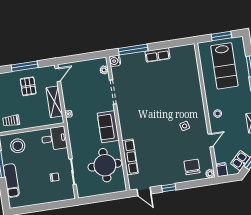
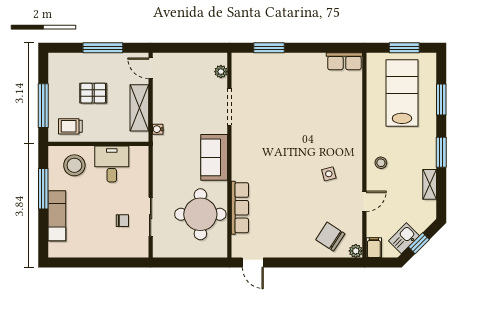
window: (133, 50) -> (269, 48), width x0.69
row of seats: (157, 55) -> (344, 61), moved
water cooler: (115, 61) -> (239, 61), removed
lab bench: (224, 66) -> (402, 93), turned 180
door: (58, 75) -> (151, 68), swing flipped
pallet: (28, 86) -> (93, 93), moved, turned 90
desk: (54, 138) -> (112, 164), moved, turned -90
chair: (192, 167) -> (330, 237), turned -57
window: (169, 188) -> (291, 263), removed

